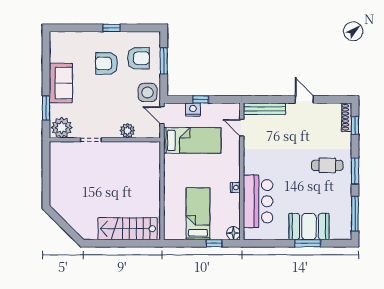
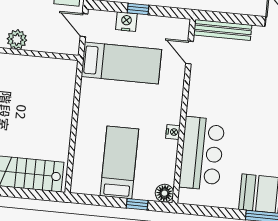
plant: (127, 131) -> (17, 39), moved

